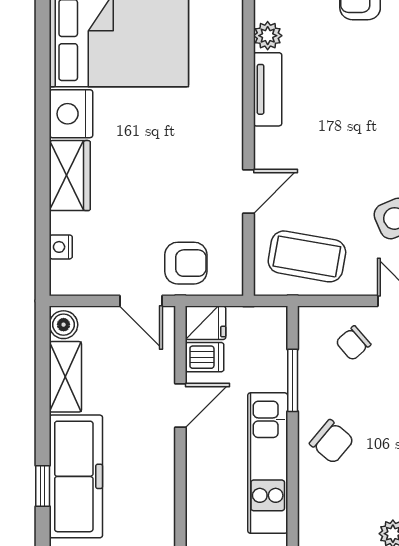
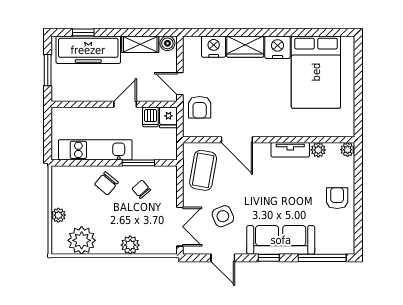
door: (248, 192) -> (237, 140), width x1.38
nightstand: (61, 247) -> (214, 47), width x1.89, depth x1.79
door: (141, 301) -> (180, 84), hinge flipped
chair: (353, 343) -> (141, 189), moved
door: (180, 406) -> (125, 104), swing flipped

